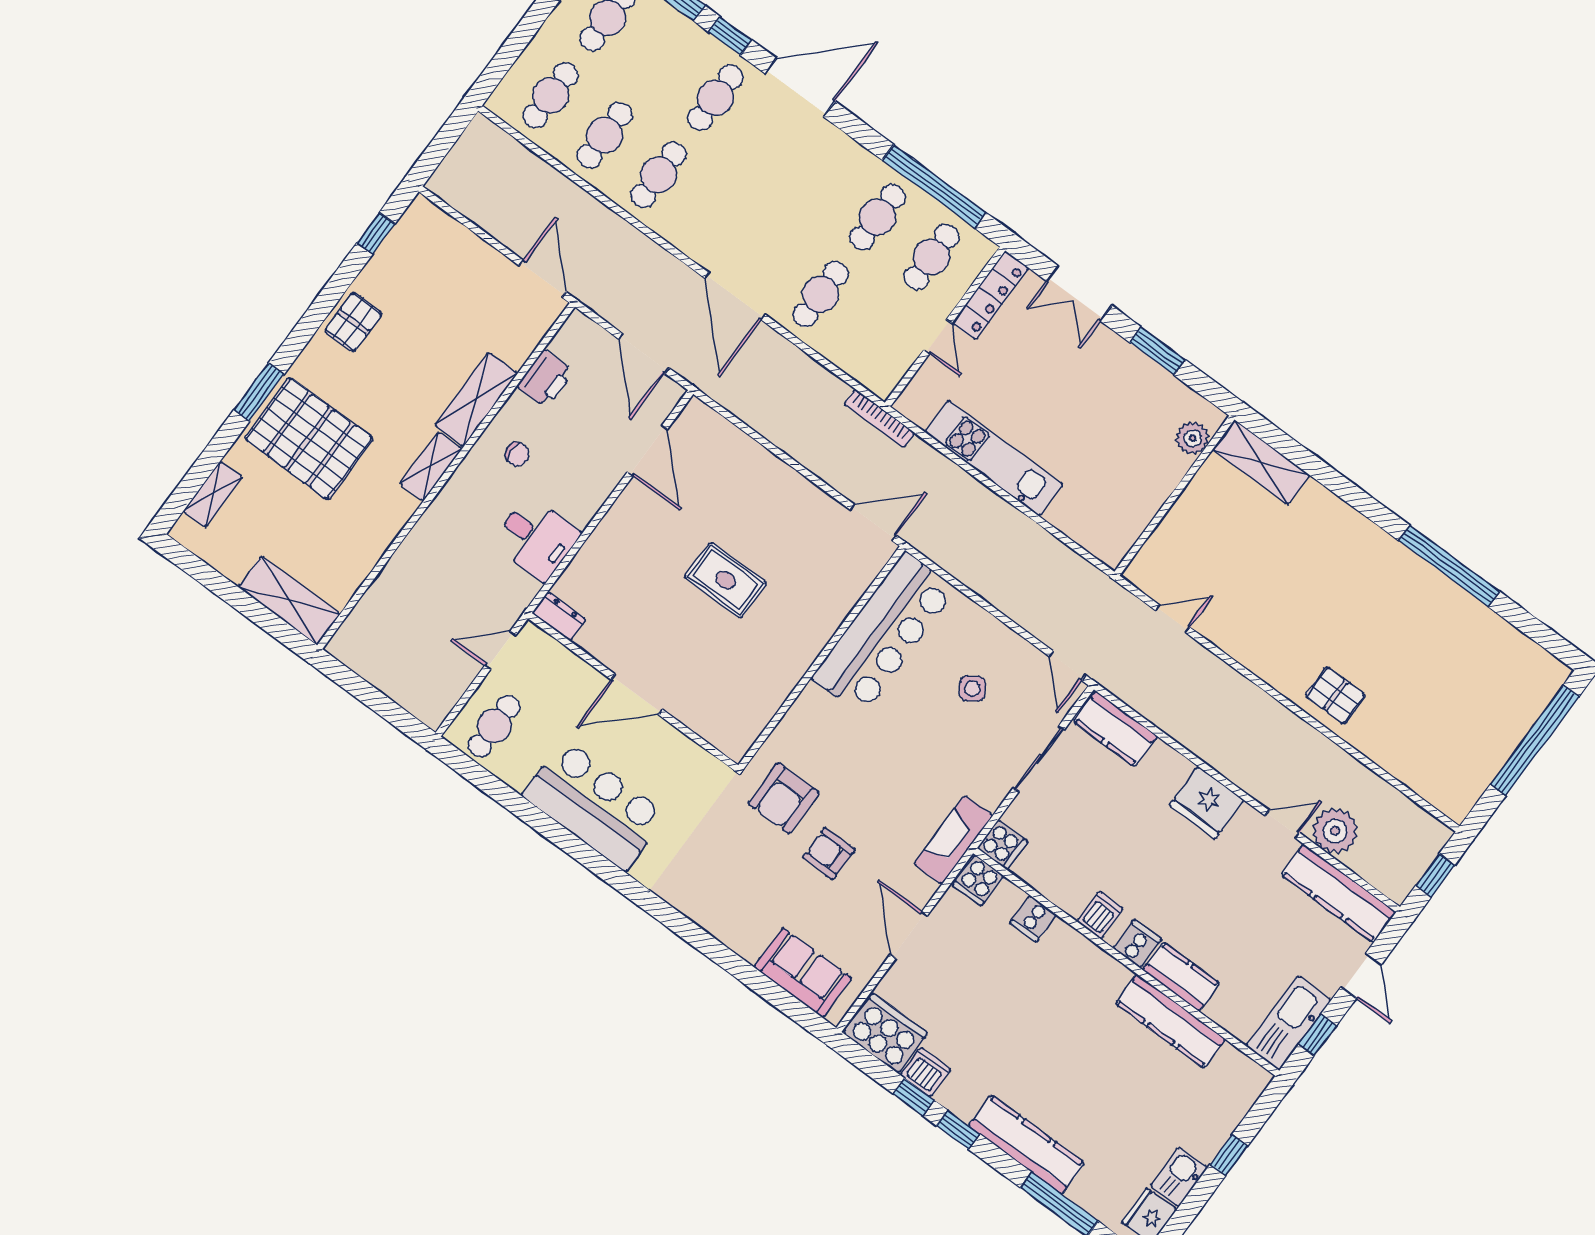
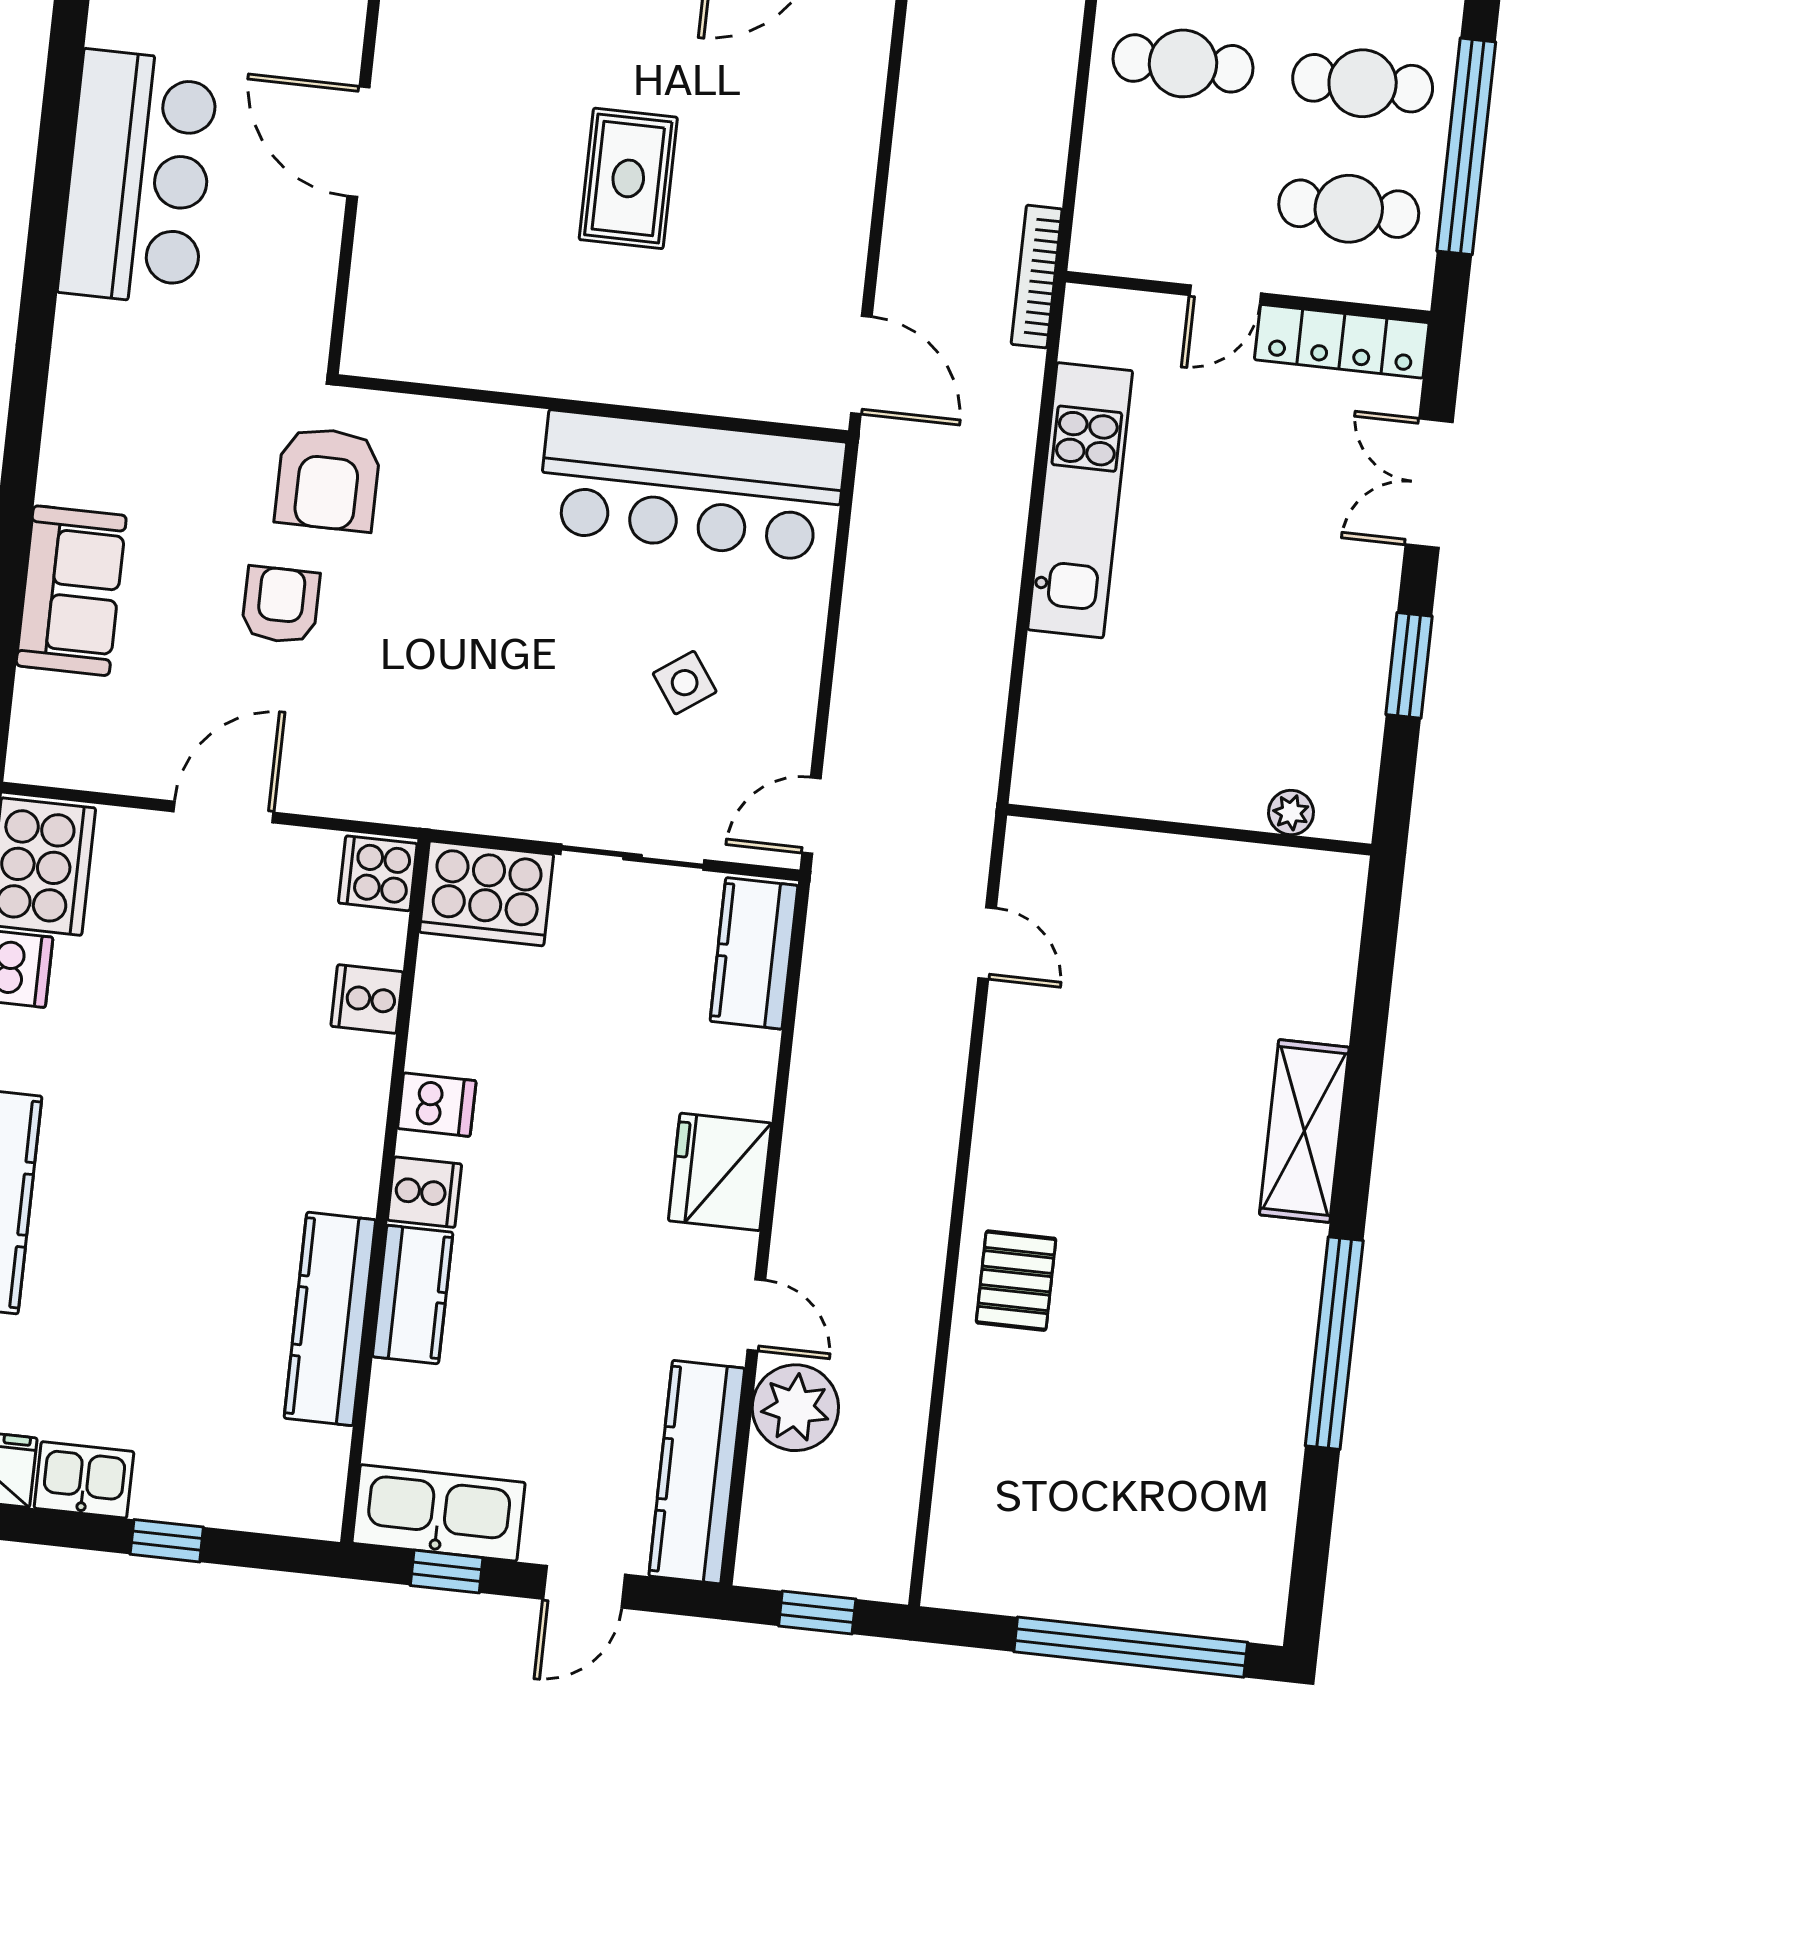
plant: (1193, 438) -> (1291, 812), width x0.73, depth x0.73
shelving: (1261, 462) -> (1304, 1131), moved
armchair: (784, 798) -> (328, 479), turned -90
fireplace: (953, 840) -> (420, 794), removed
cooker: (1002, 845) -> (486, 893), width x1.87, depth x1.31
sofa: (803, 973) -> (71, 591), moved

